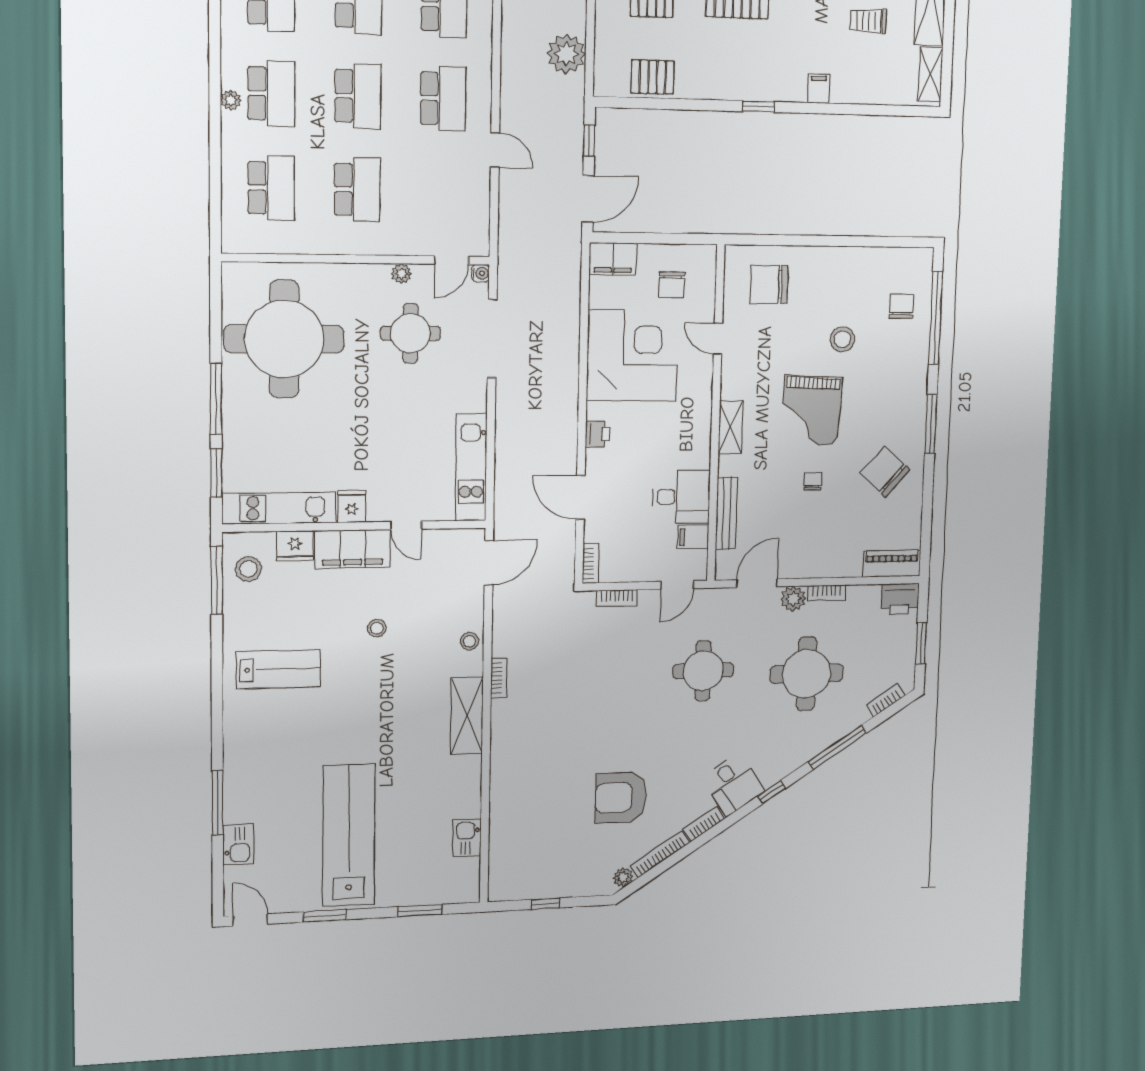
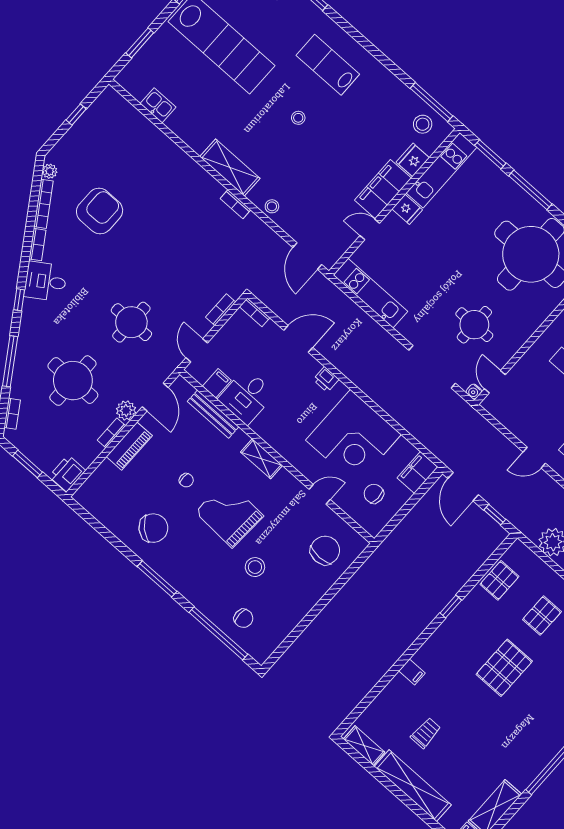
window: (759, 107) -> (451, 606), moved
plant: (401, 274) -> (511, 348), removed
piano: (892, 564) -> (129, 446), moved
stool: (377, 628) -> (298, 118), moved
lab bench: (278, 669) -> (328, 65), moved, turned 90

